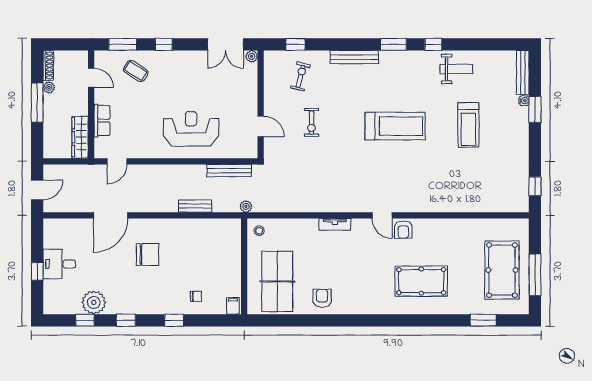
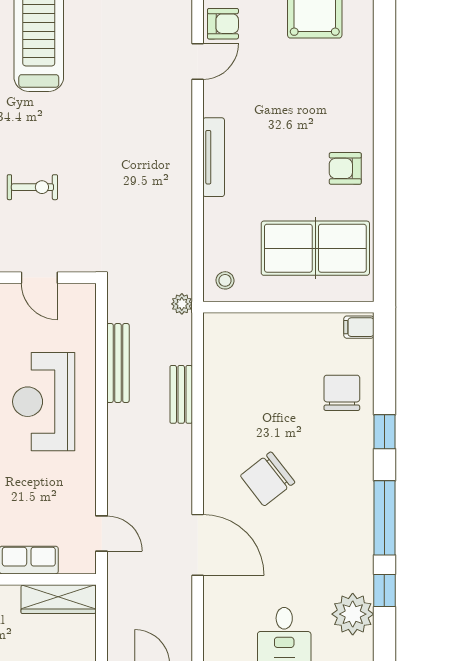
door: (261, 126) -> (39, 278), swing flipped
bench: (229, 171) -> (118, 363), moved
tv unit: (335, 224) -> (214, 157), width x1.41
chair: (148, 255) -> (268, 479), turned -128
chair: (196, 296) -> (342, 393), width x1.87, depth x1.87
plant: (94, 302) -> (353, 614), moved
window: (126, 320) -> (384, 518), width x2.17

